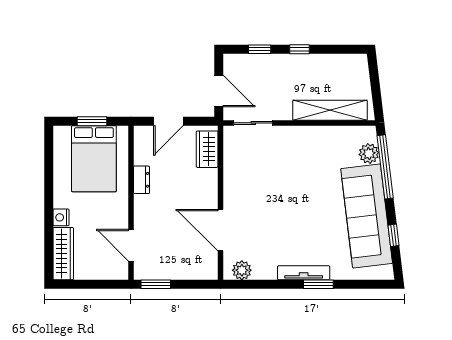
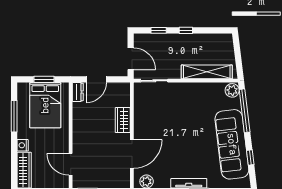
wardrobe: (207, 149) -> (123, 120), moved
plant: (369, 154) -> (232, 90), moved
window: (49, 175) -> (14, 116), added
dresser: (141, 180) -> (78, 92), moved
door: (220, 230) -> (132, 154), swing flipped

